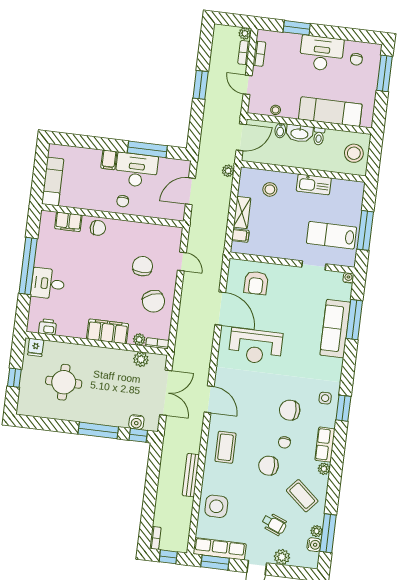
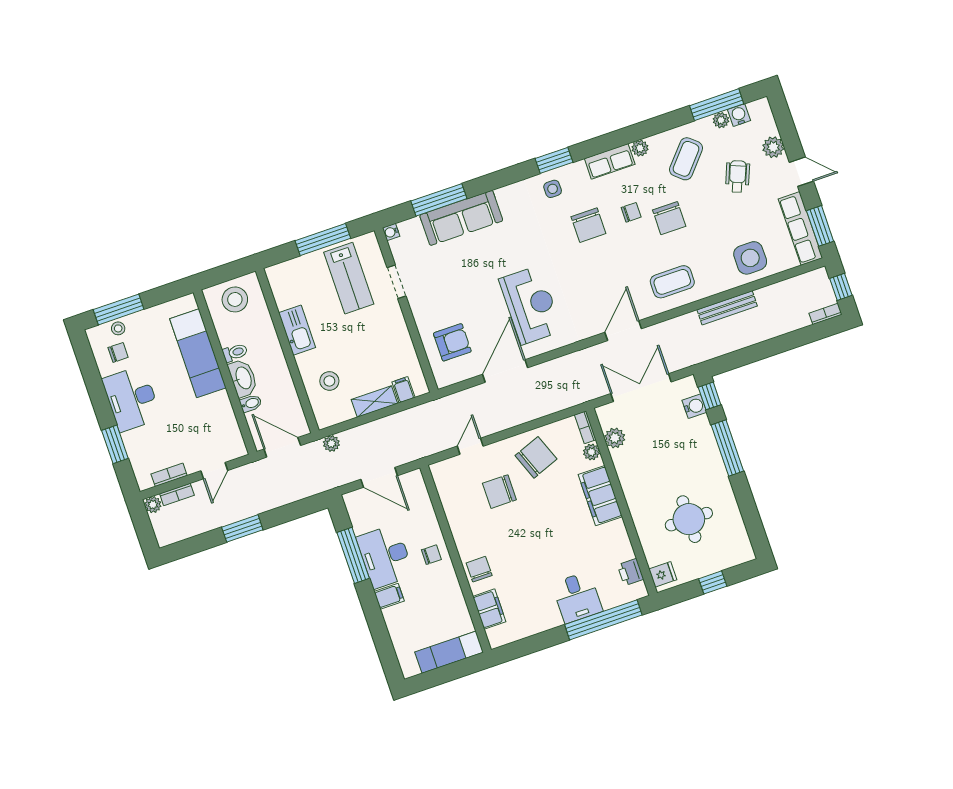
stool: (276, 110) -> (118, 328), moved
window: (28, 266) -> (603, 620), moved

